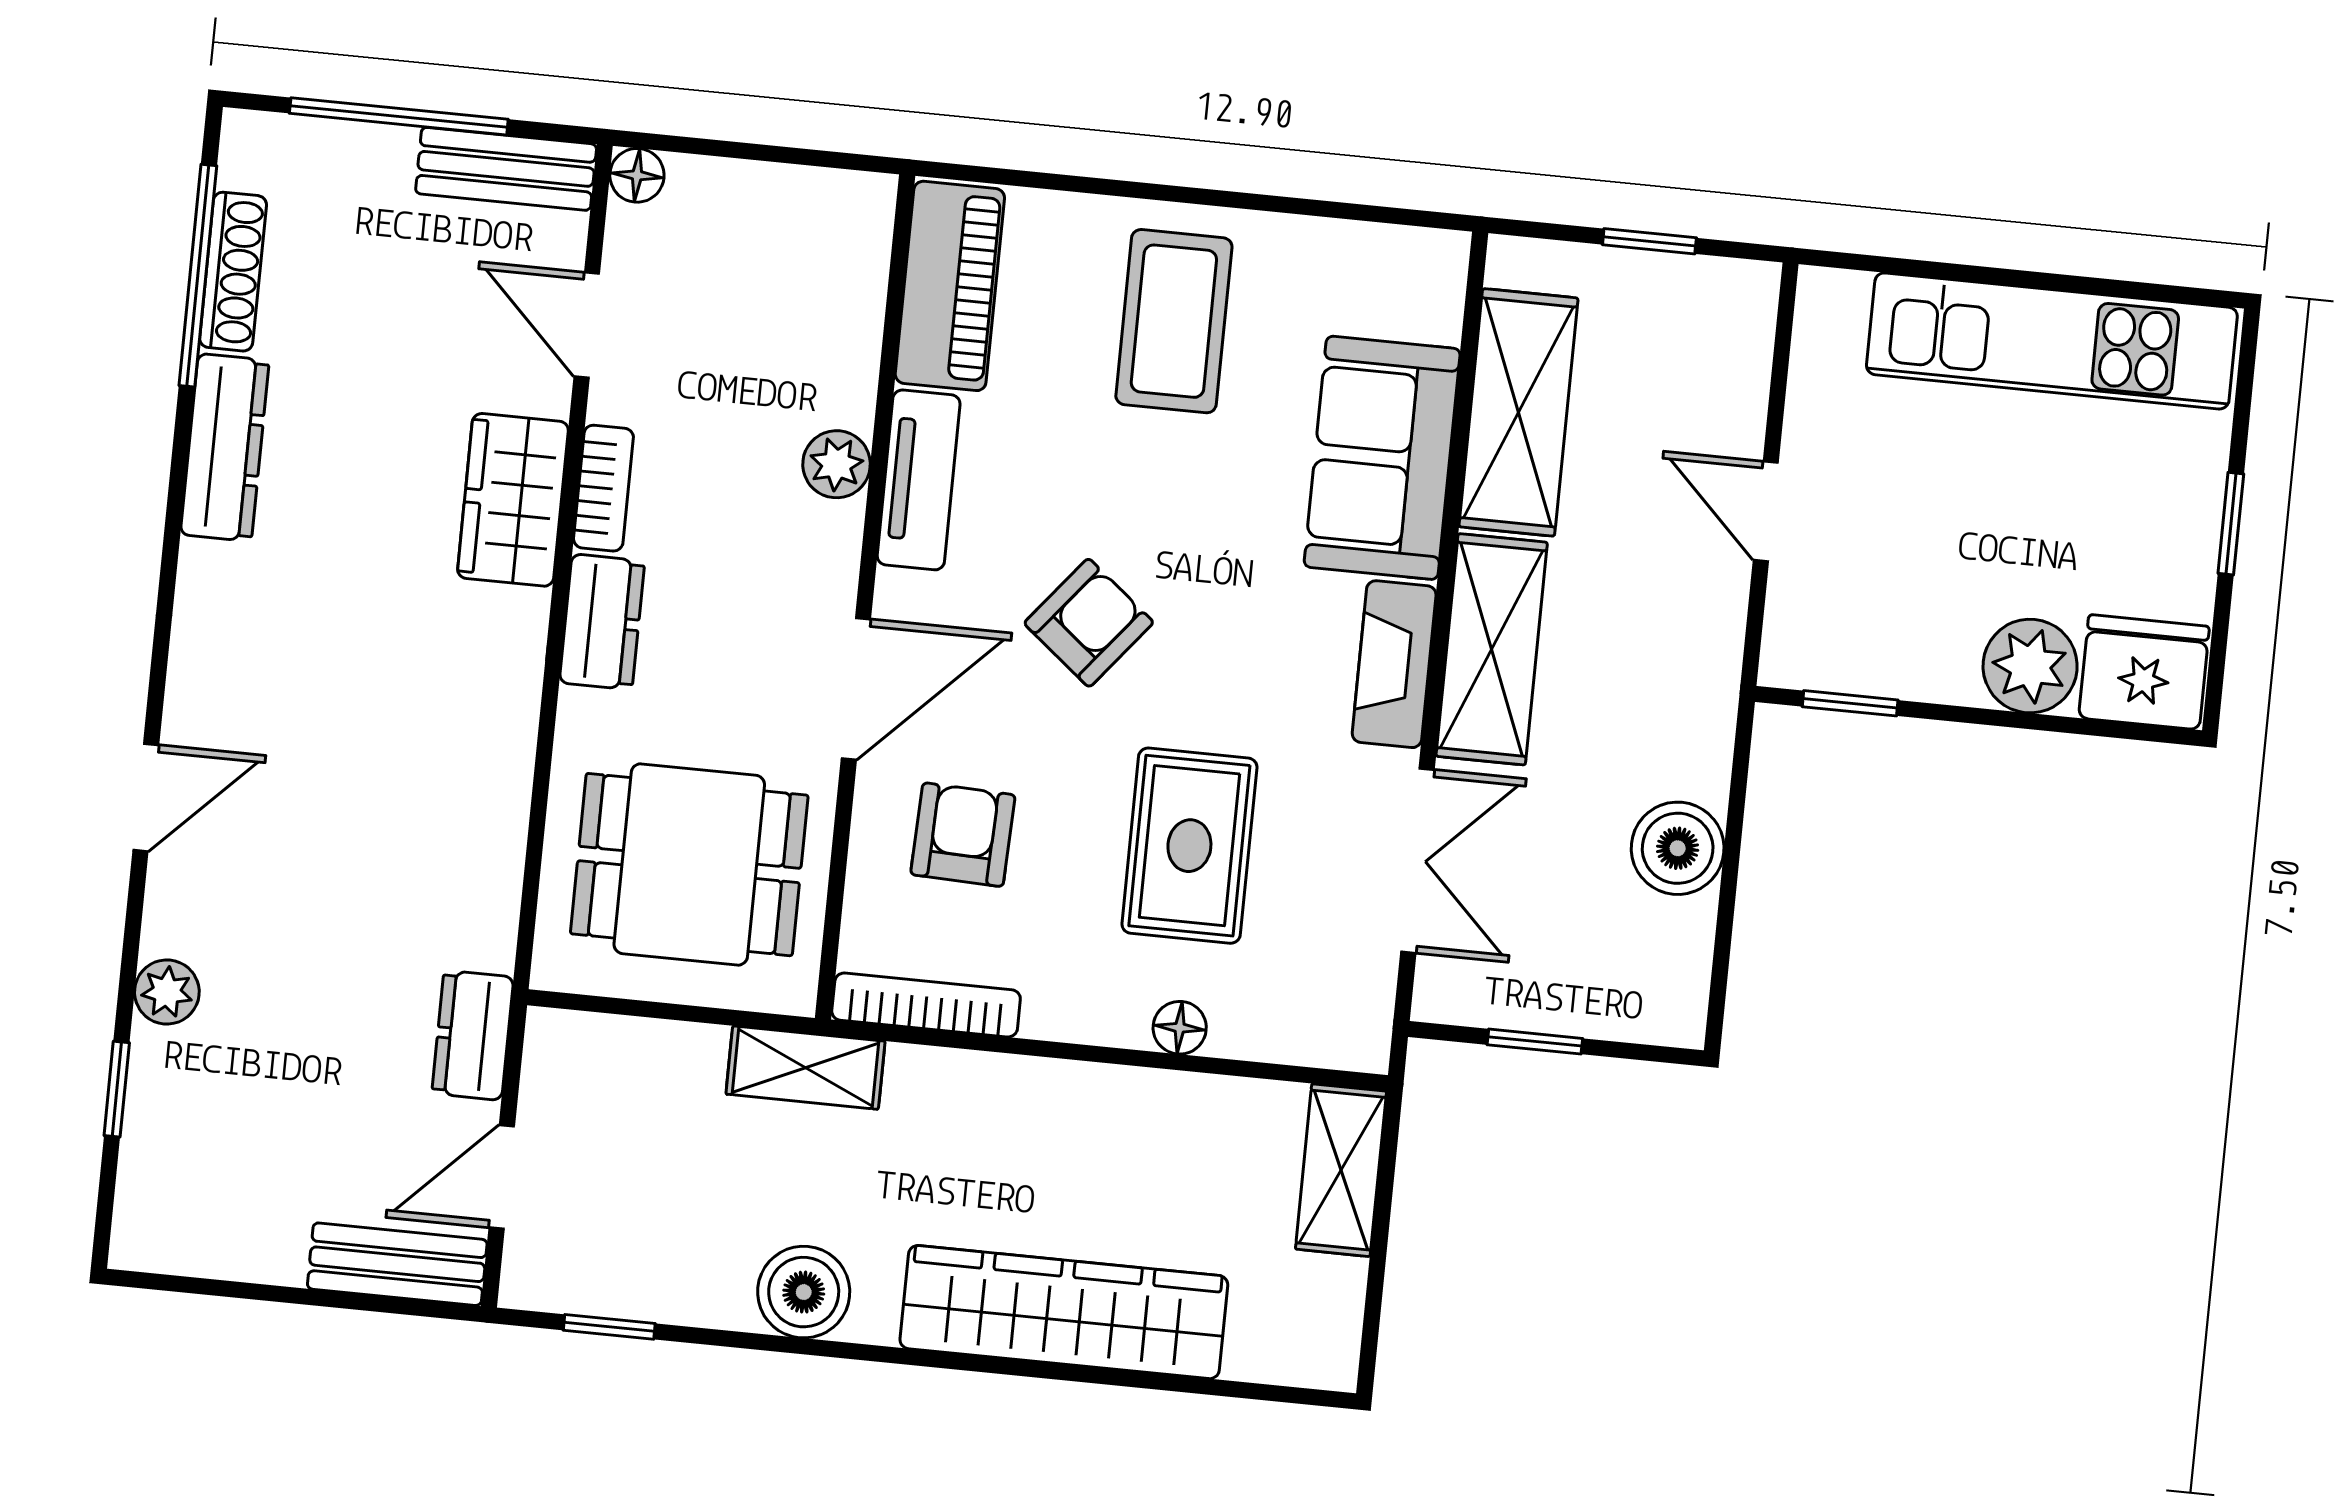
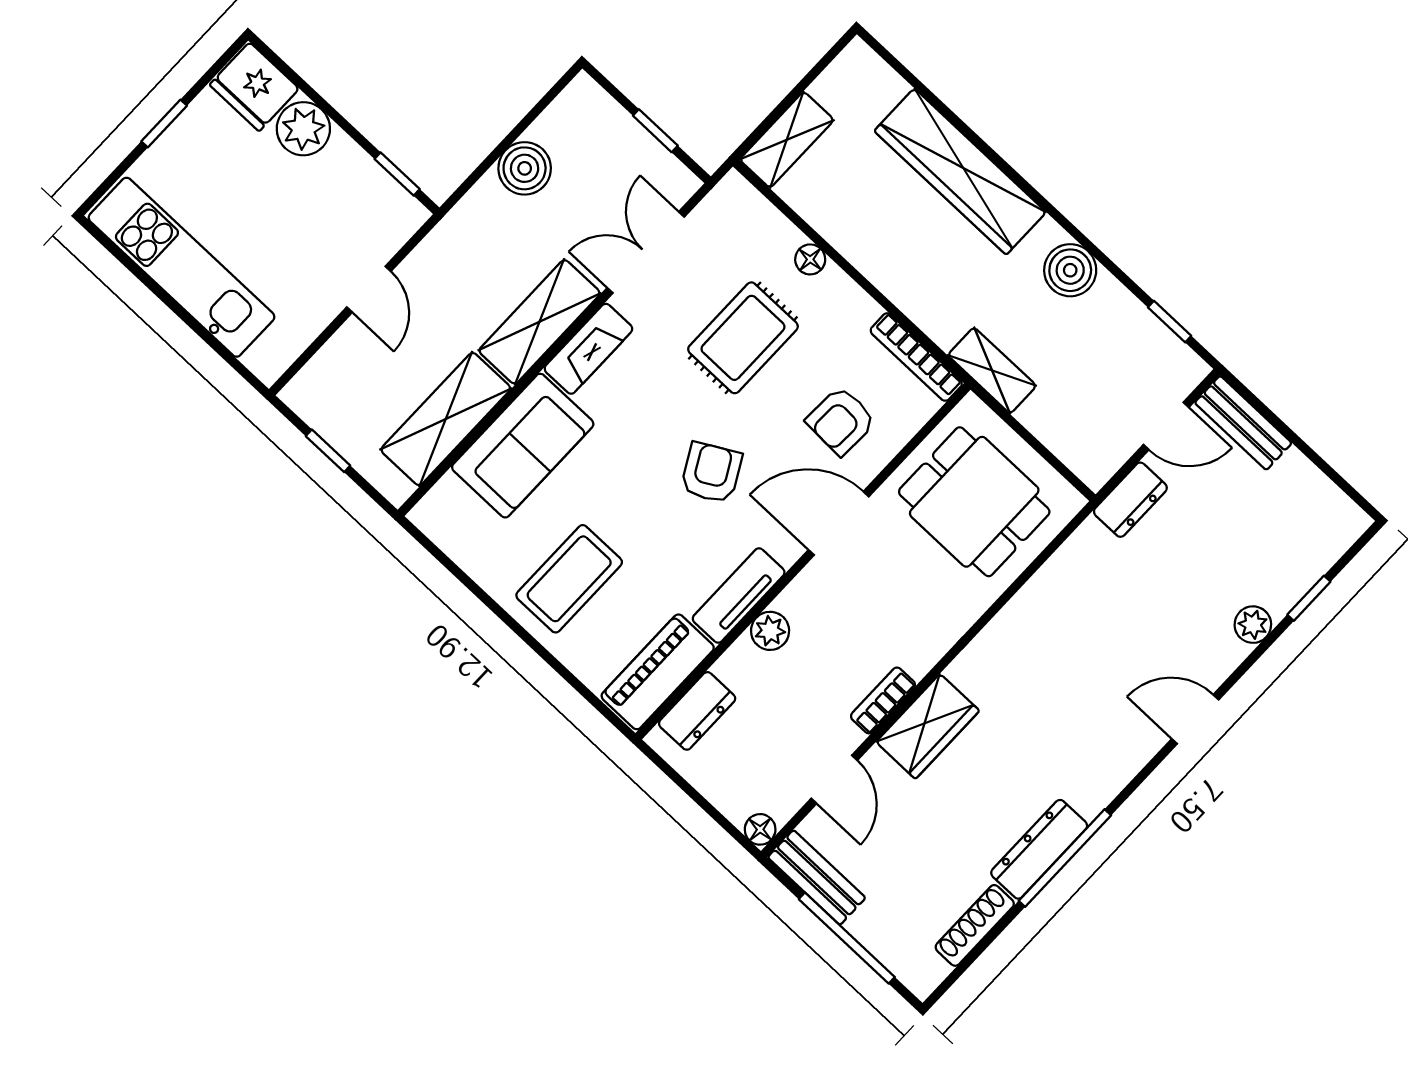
window: (198, 276) -> (1065, 858), moved
dresser: (602, 622) -> (697, 711), moved, turned 180
armchair: (1089, 623) -> (711, 473), turned 112

